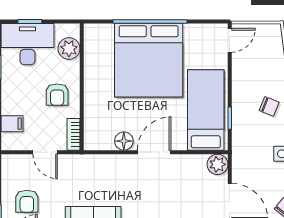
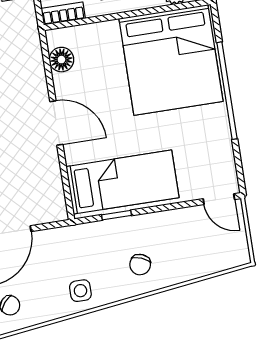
bed: (149, 60) -> (171, 60), moved, turned -90
floor lamp: (124, 141) -> (61, 60), moved
plant: (217, 164) -> (53, 209), removed

